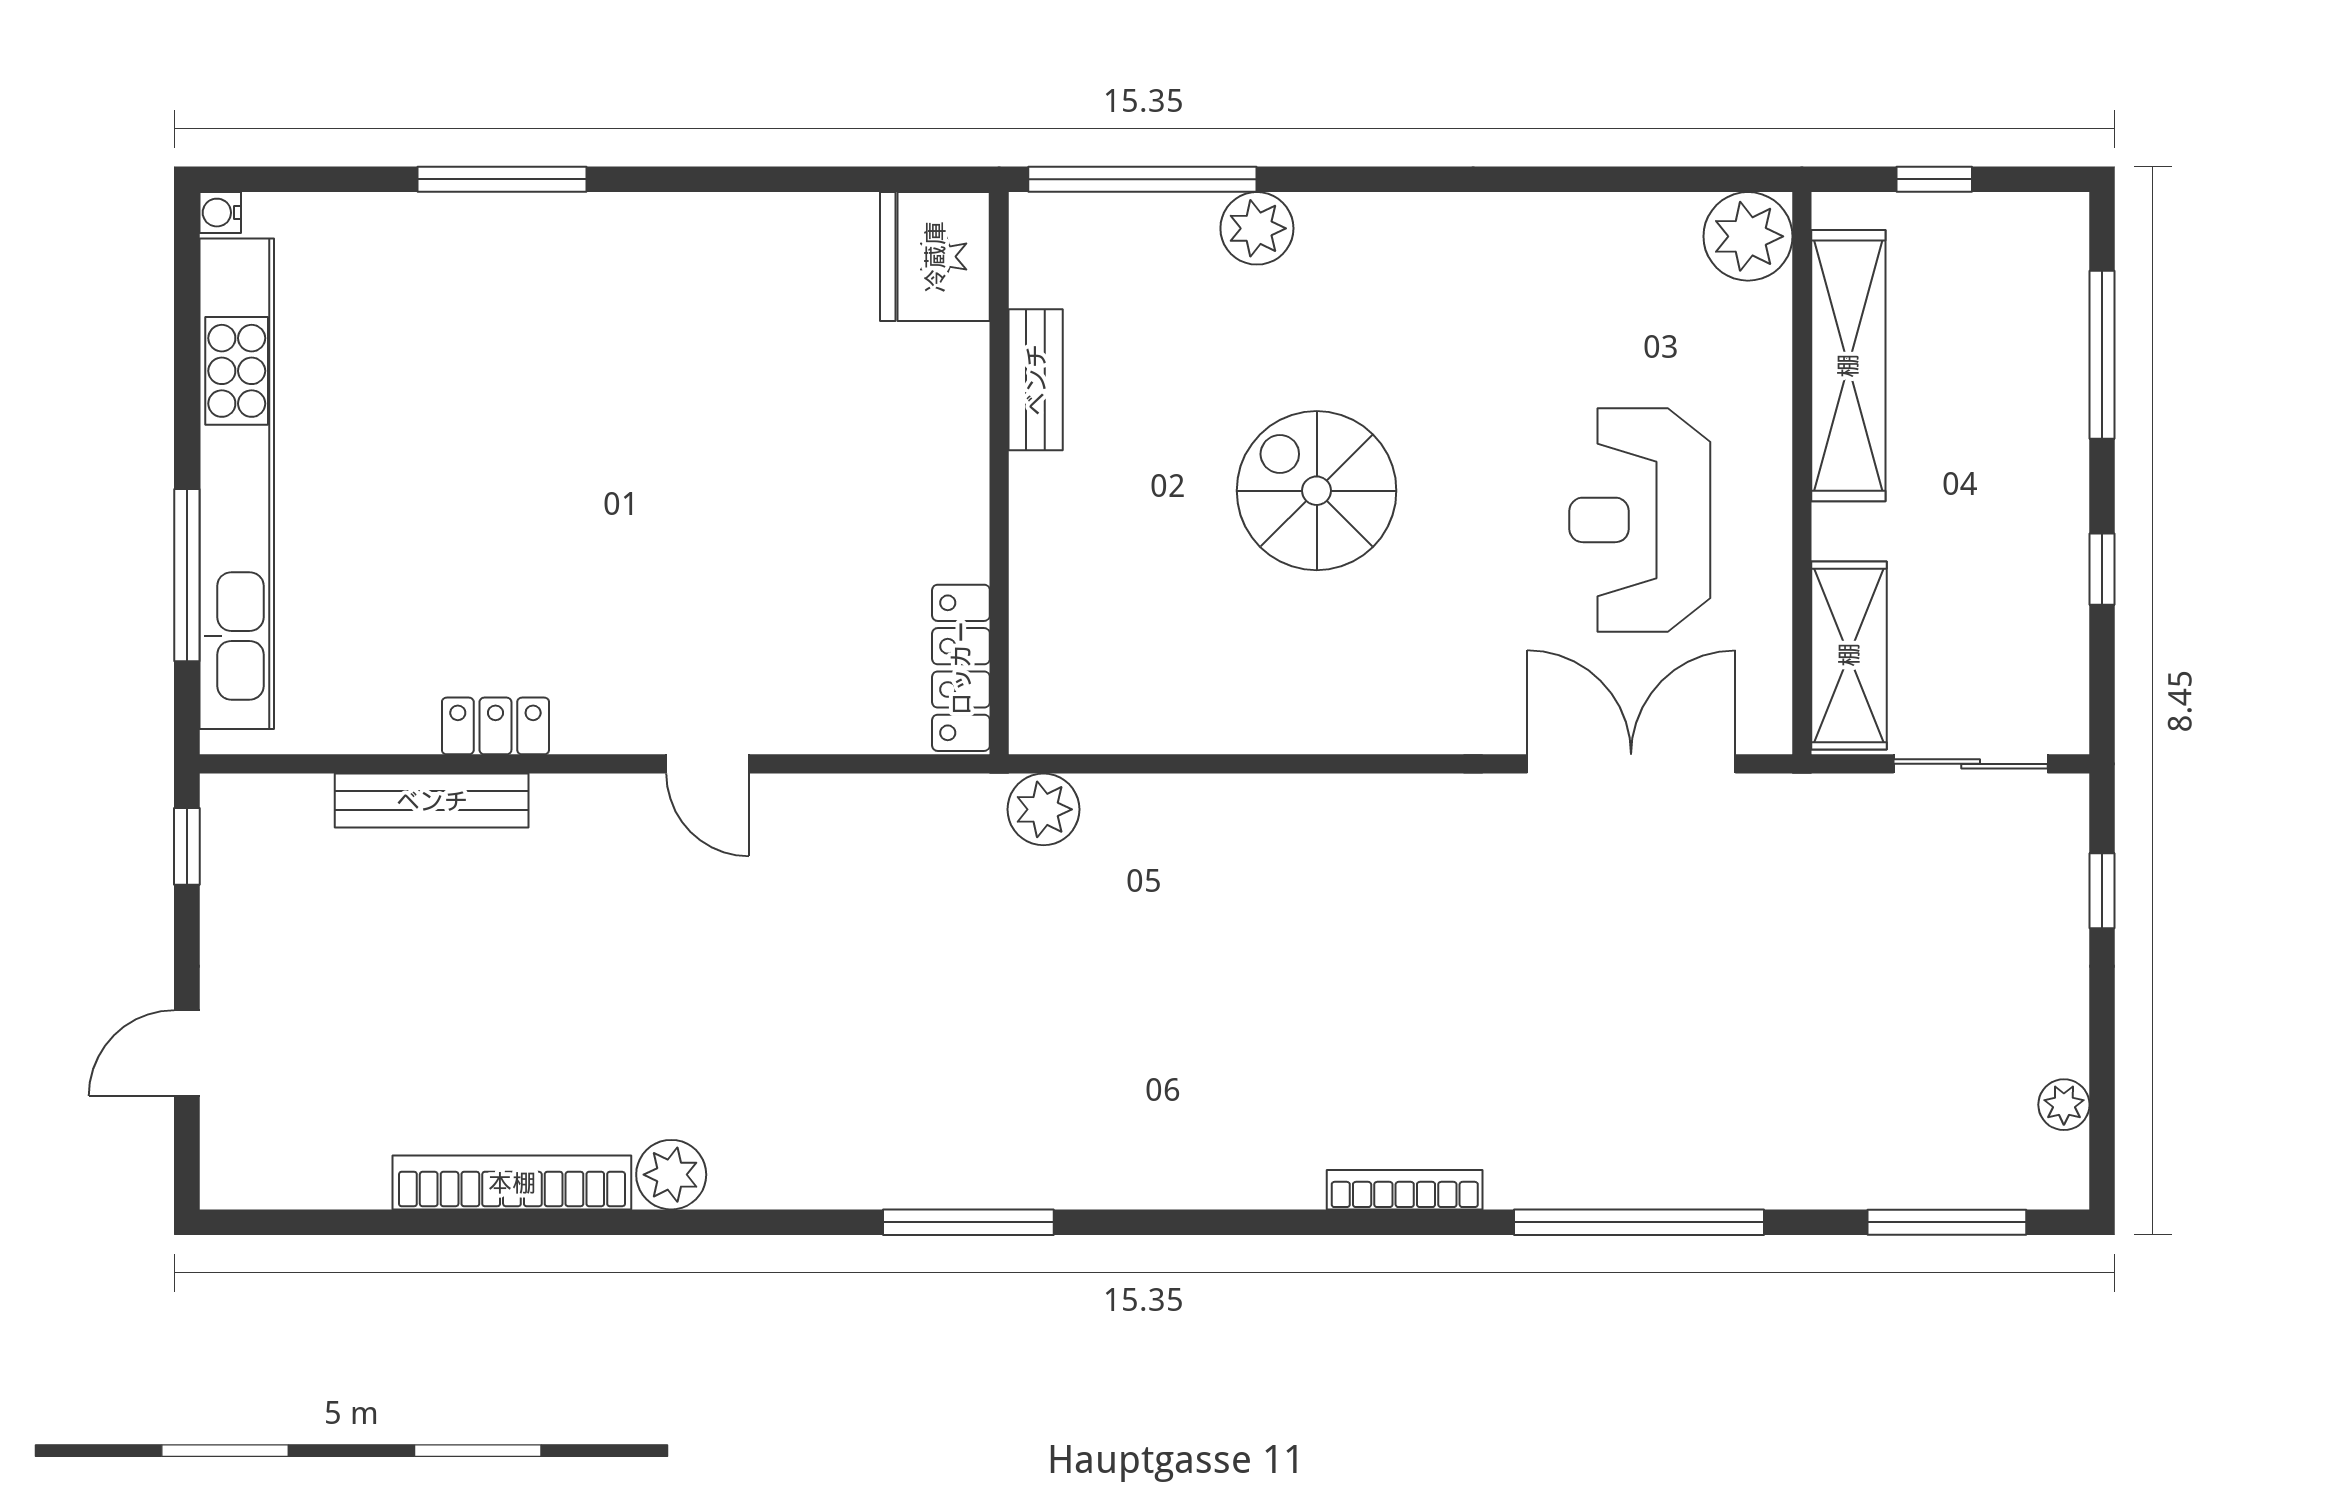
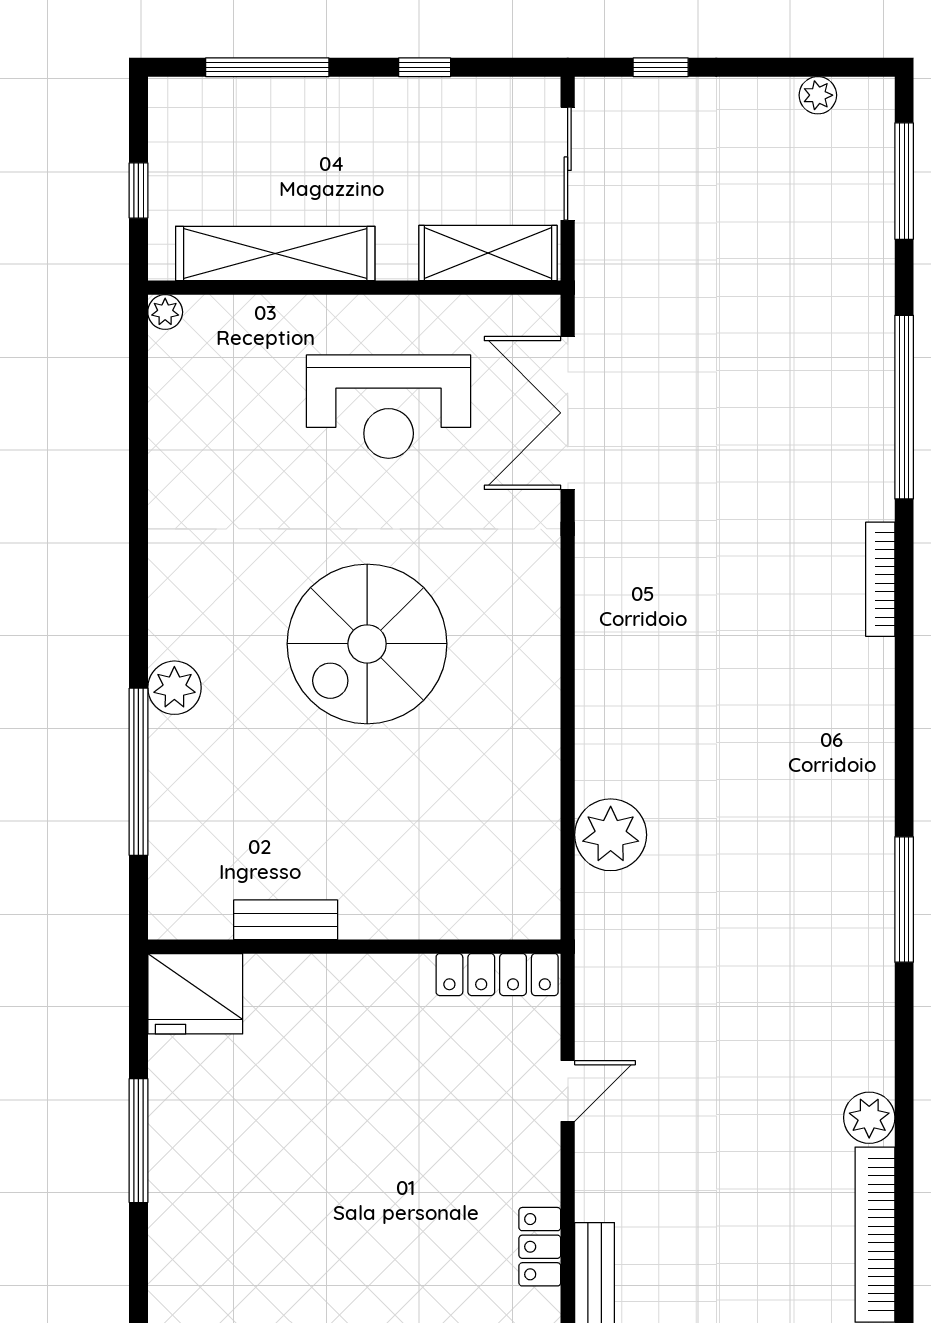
window: (502, 179) -> (138, 1141), moved
plant: (1748, 236) -> (165, 312), width x0.53, depth x0.53
fridge: (935, 257) -> (195, 994), moved
bench: (1036, 380) -> (286, 920), moved
wall: (999, 473) -> (354, 947), moved
spiral stairs: (1317, 491) -> (367, 644), width x1.37, depth x1.37
locker: (961, 668) -> (497, 975), moved
plant: (1043, 809) -> (611, 835), width x1.36, depth x1.36

